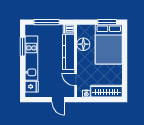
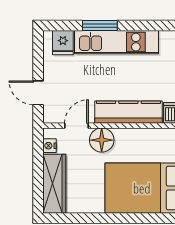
floor lamp: (83, 44) -> (102, 140), moved
window: (23, 47) -> (100, 25), moved
door: (58, 100) -> (38, 93), hinge flipped

